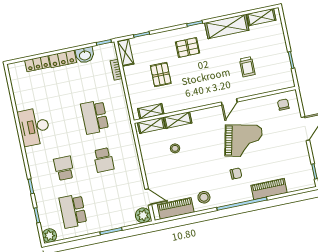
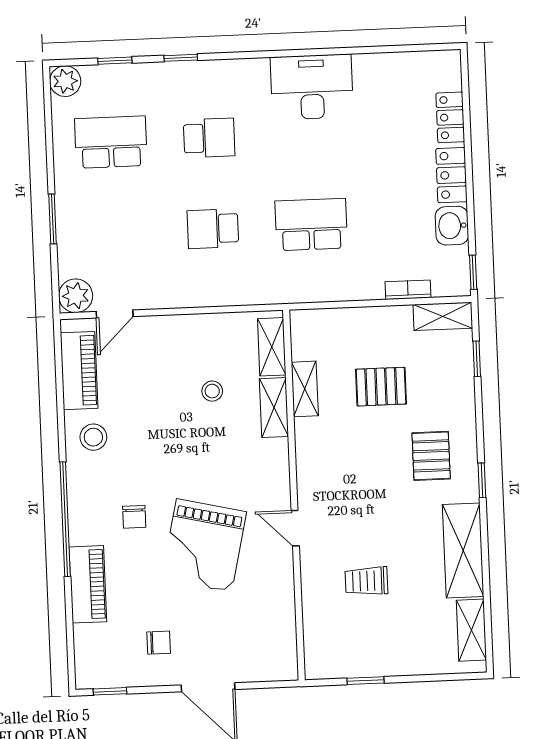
chair: (283, 105) -> (159, 643), moved
shelving: (151, 111) -> (305, 389), moved

